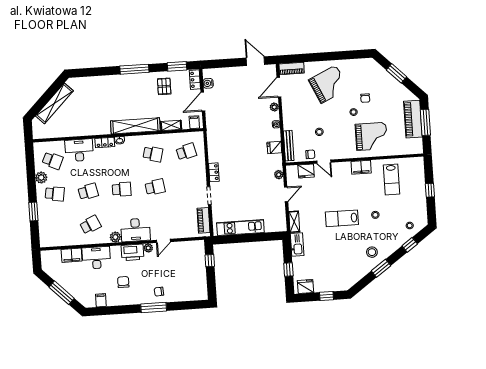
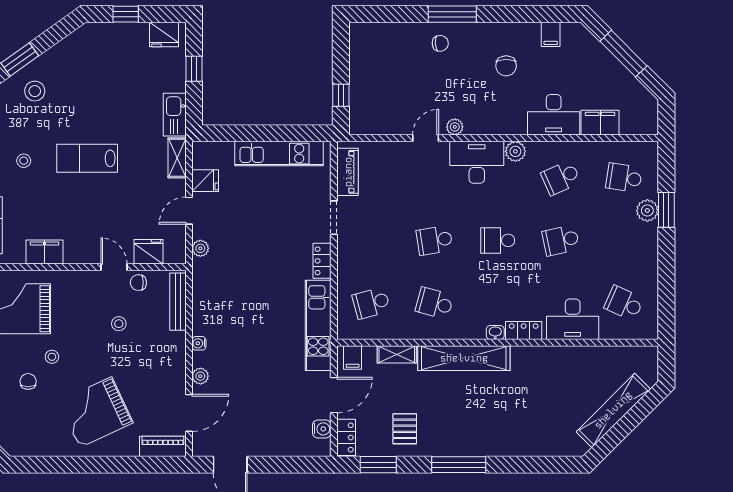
kitchen unit: (214, 138) -> (318, 325), added
fridge: (274, 147) -> (205, 181), moved
plant: (41, 178) -> (647, 210), moved
school desk: (55, 194) -> (624, 178), moved
lab bench: (342, 218) -> (87, 158), turned 180
printer: (132, 252) -> (485, 121), removed

